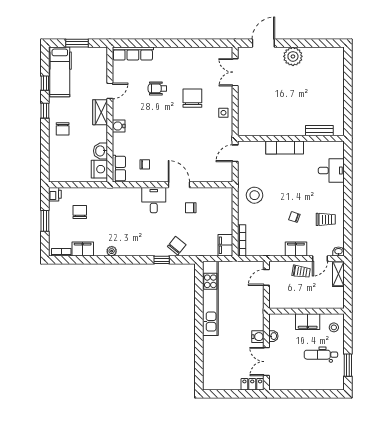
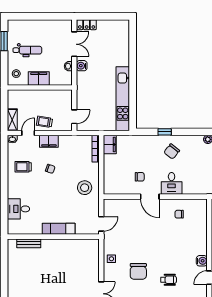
water cooler: (119, 126) -> (202, 261), moved
row of seats: (119, 169) -> (202, 211), removed
chair: (177, 246) -> (172, 151), moved

